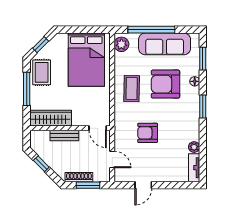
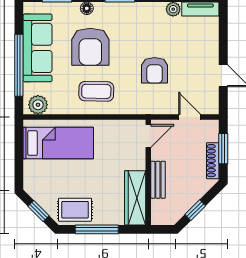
bed: (86, 60) -> (58, 143), width x0.67
door: (112, 159) -> (190, 117), hinge flipped

